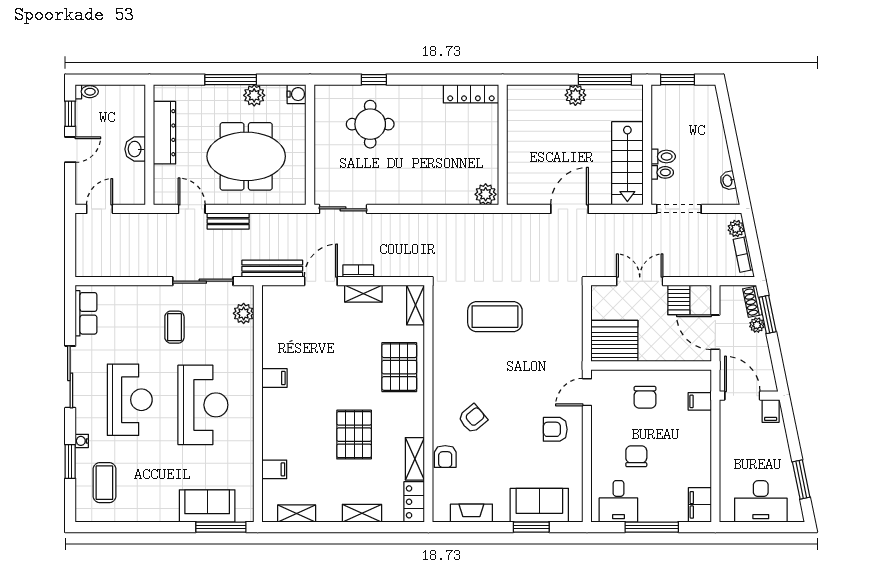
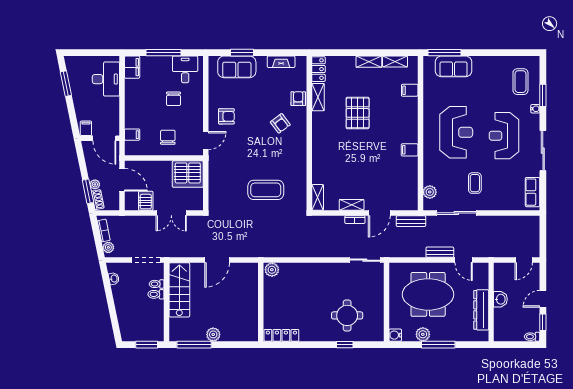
bench: (272, 269) -> (411, 221), width x0.73
pallet: (399, 367) -> (328, 157), removed
reception desk: (203, 405) -> (456, 132), turned 180
armchair: (473, 419) -> (280, 123), turned -87
desk: (761, 501) -> (106, 79), moved, turned 90
shelving: (362, 513) -> (369, 62), moved

